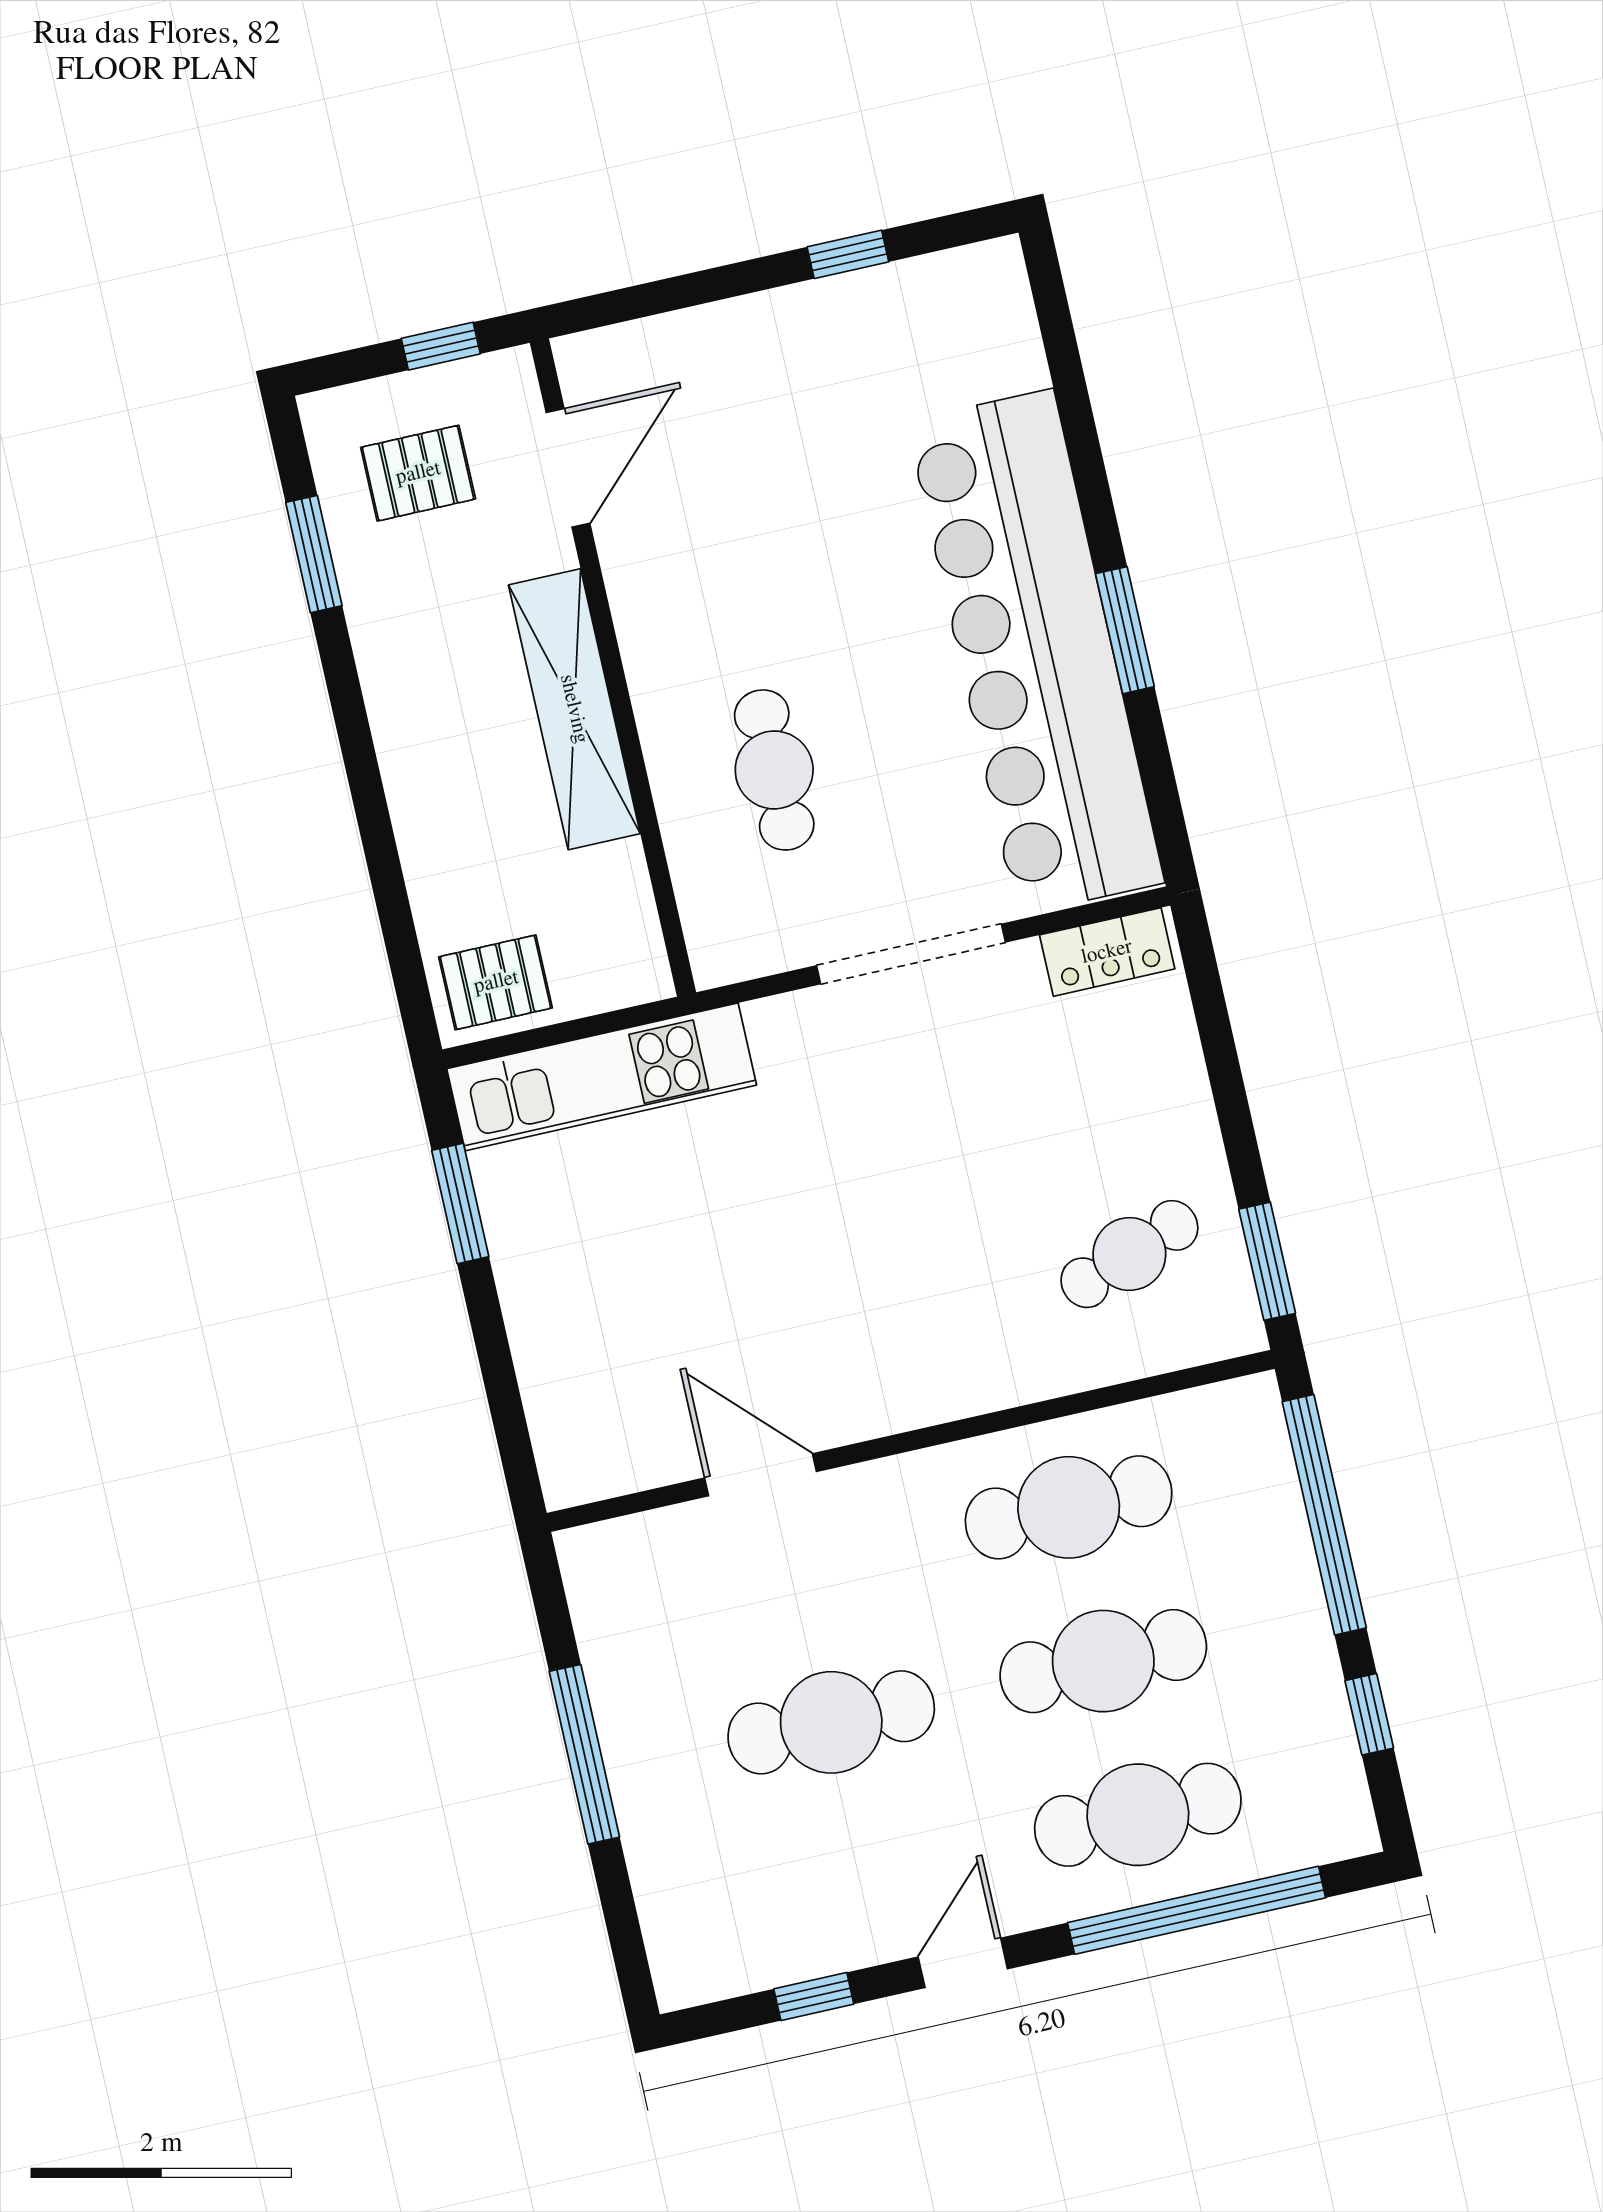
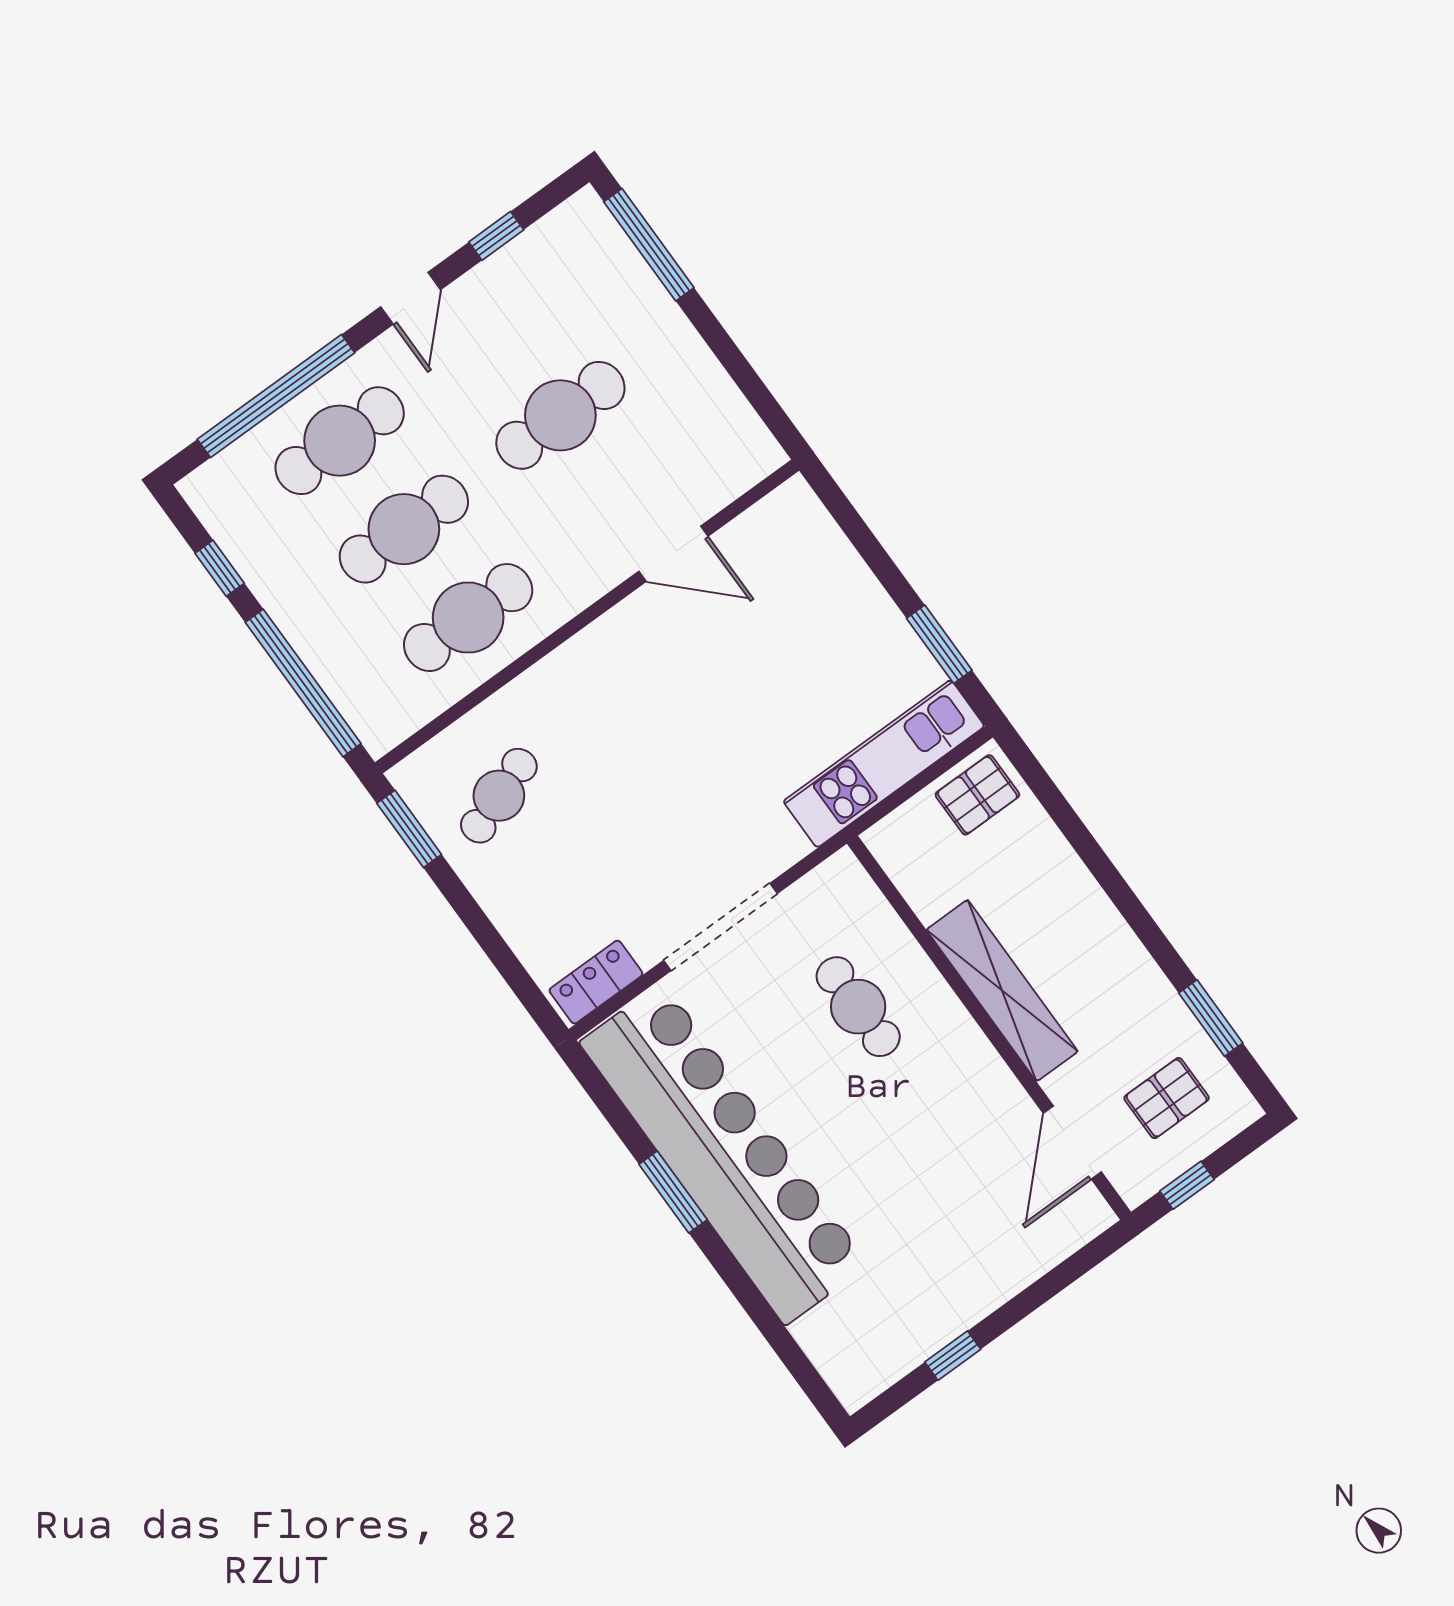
window: (584, 1754) -> (649, 245), moved

